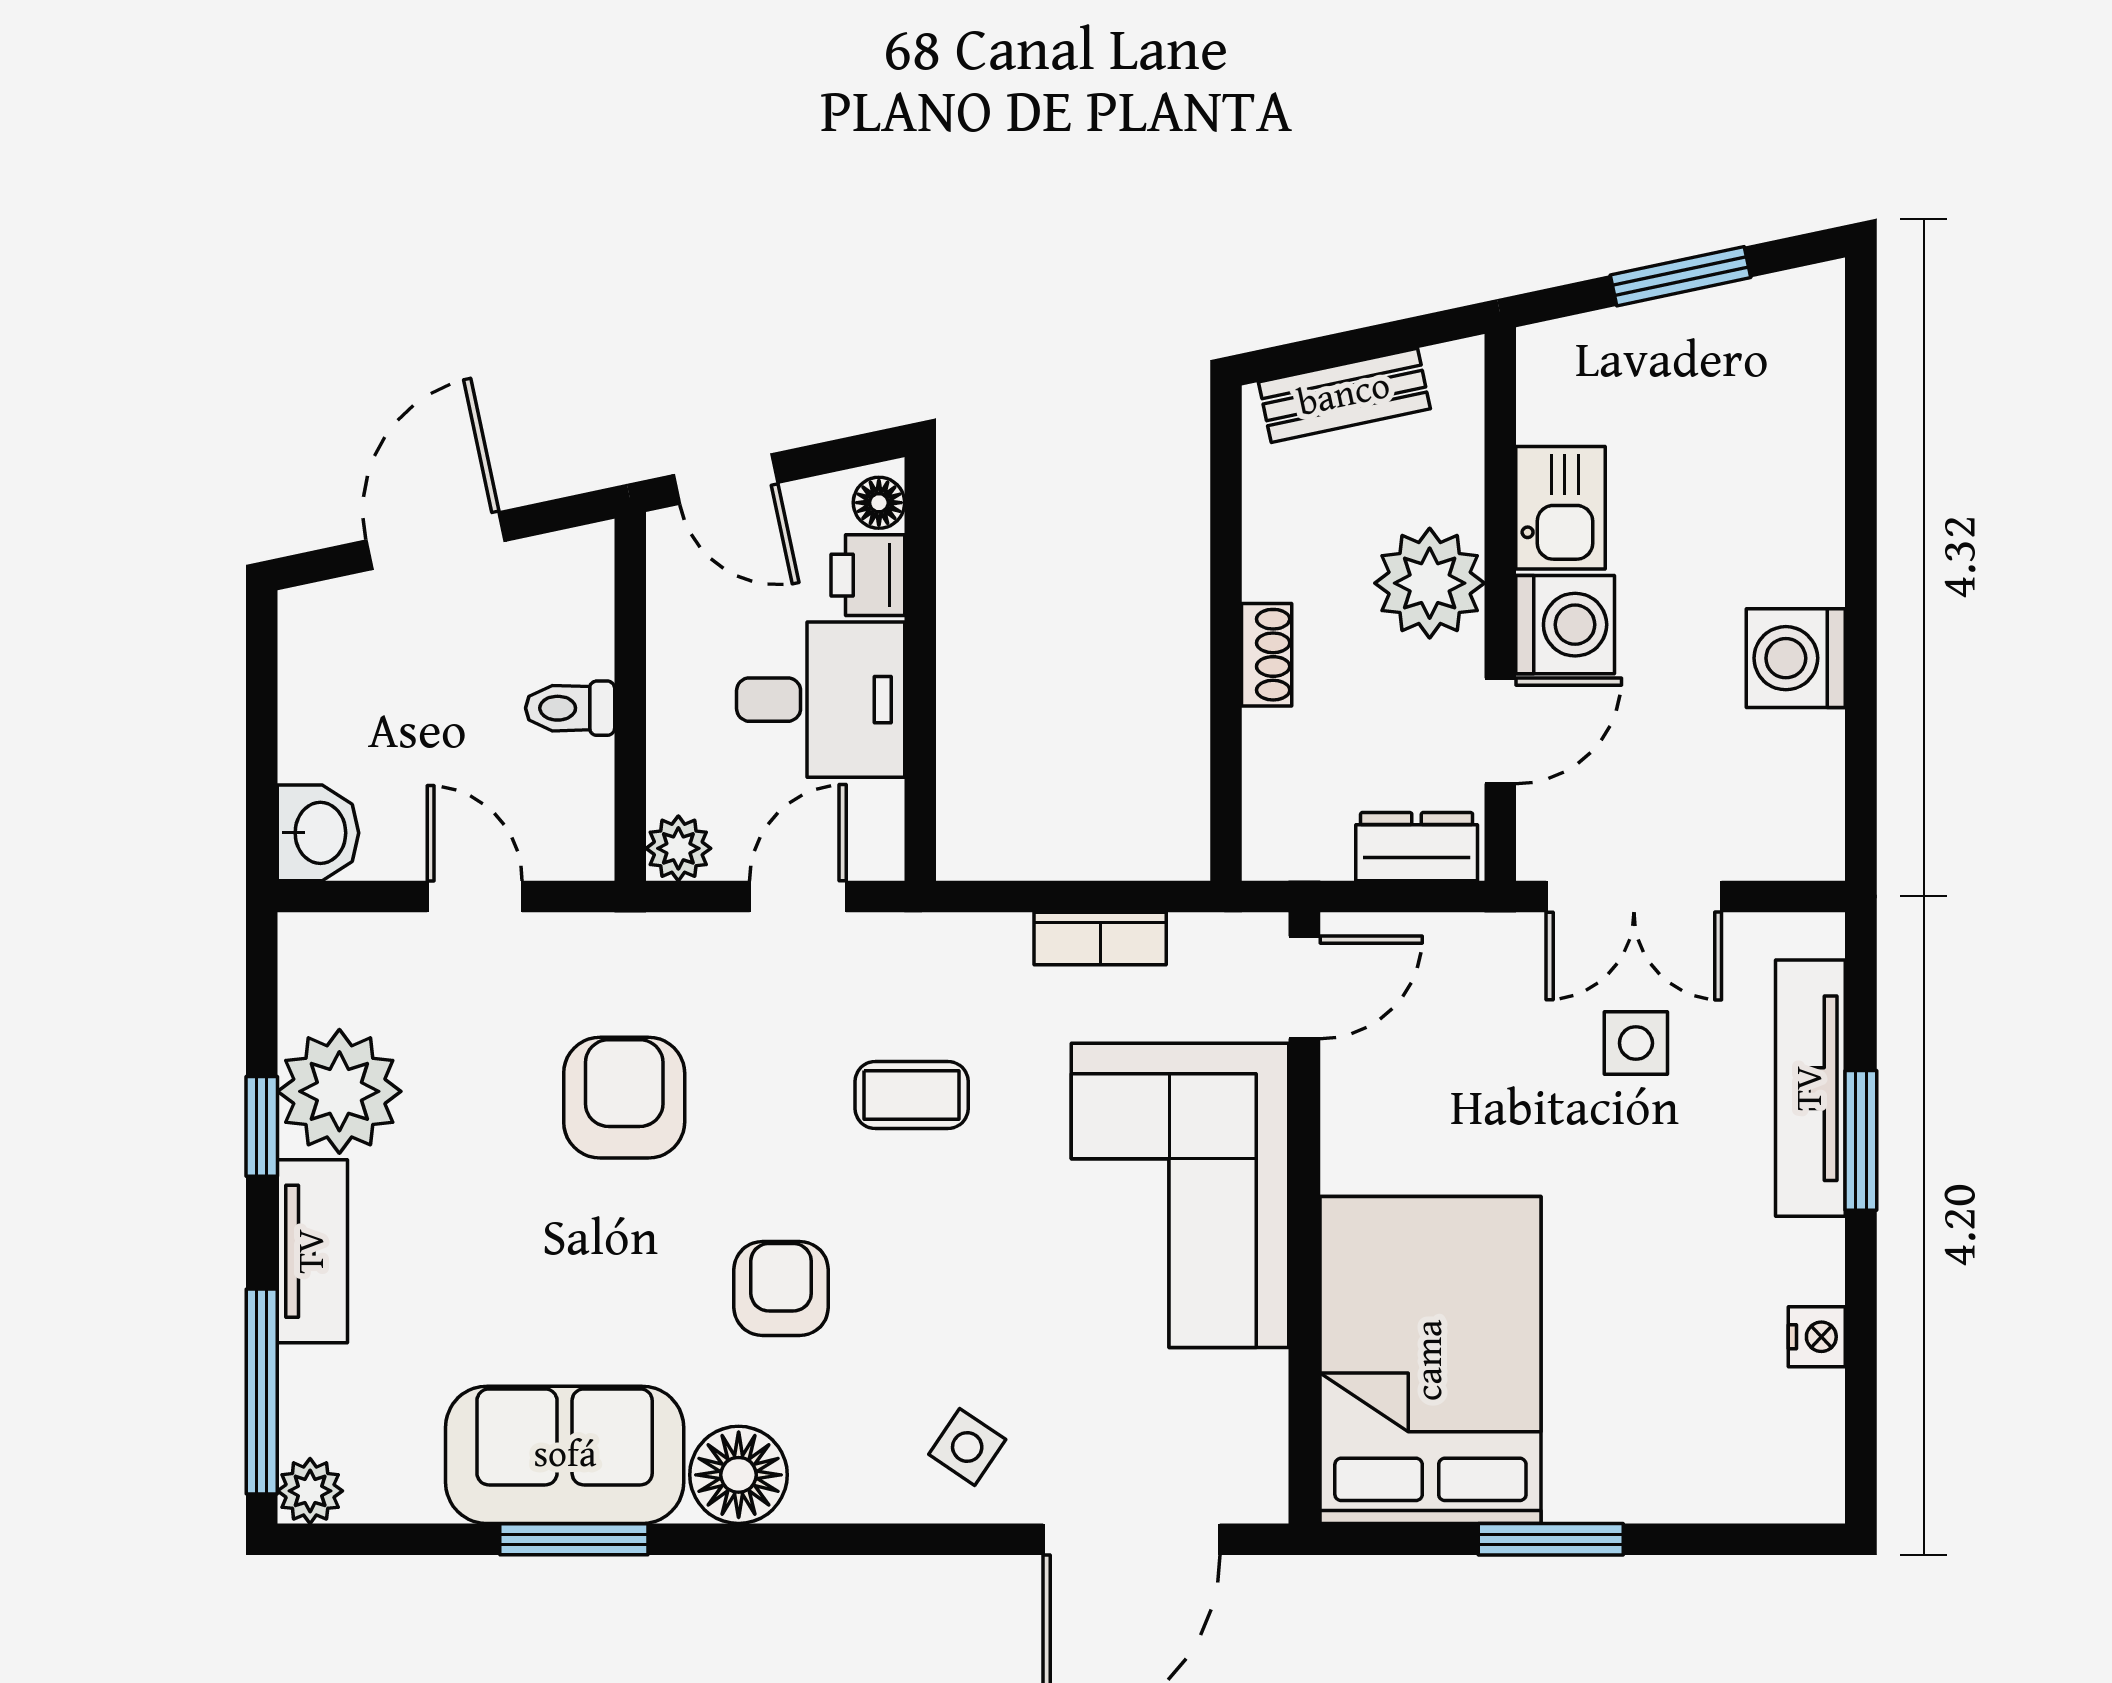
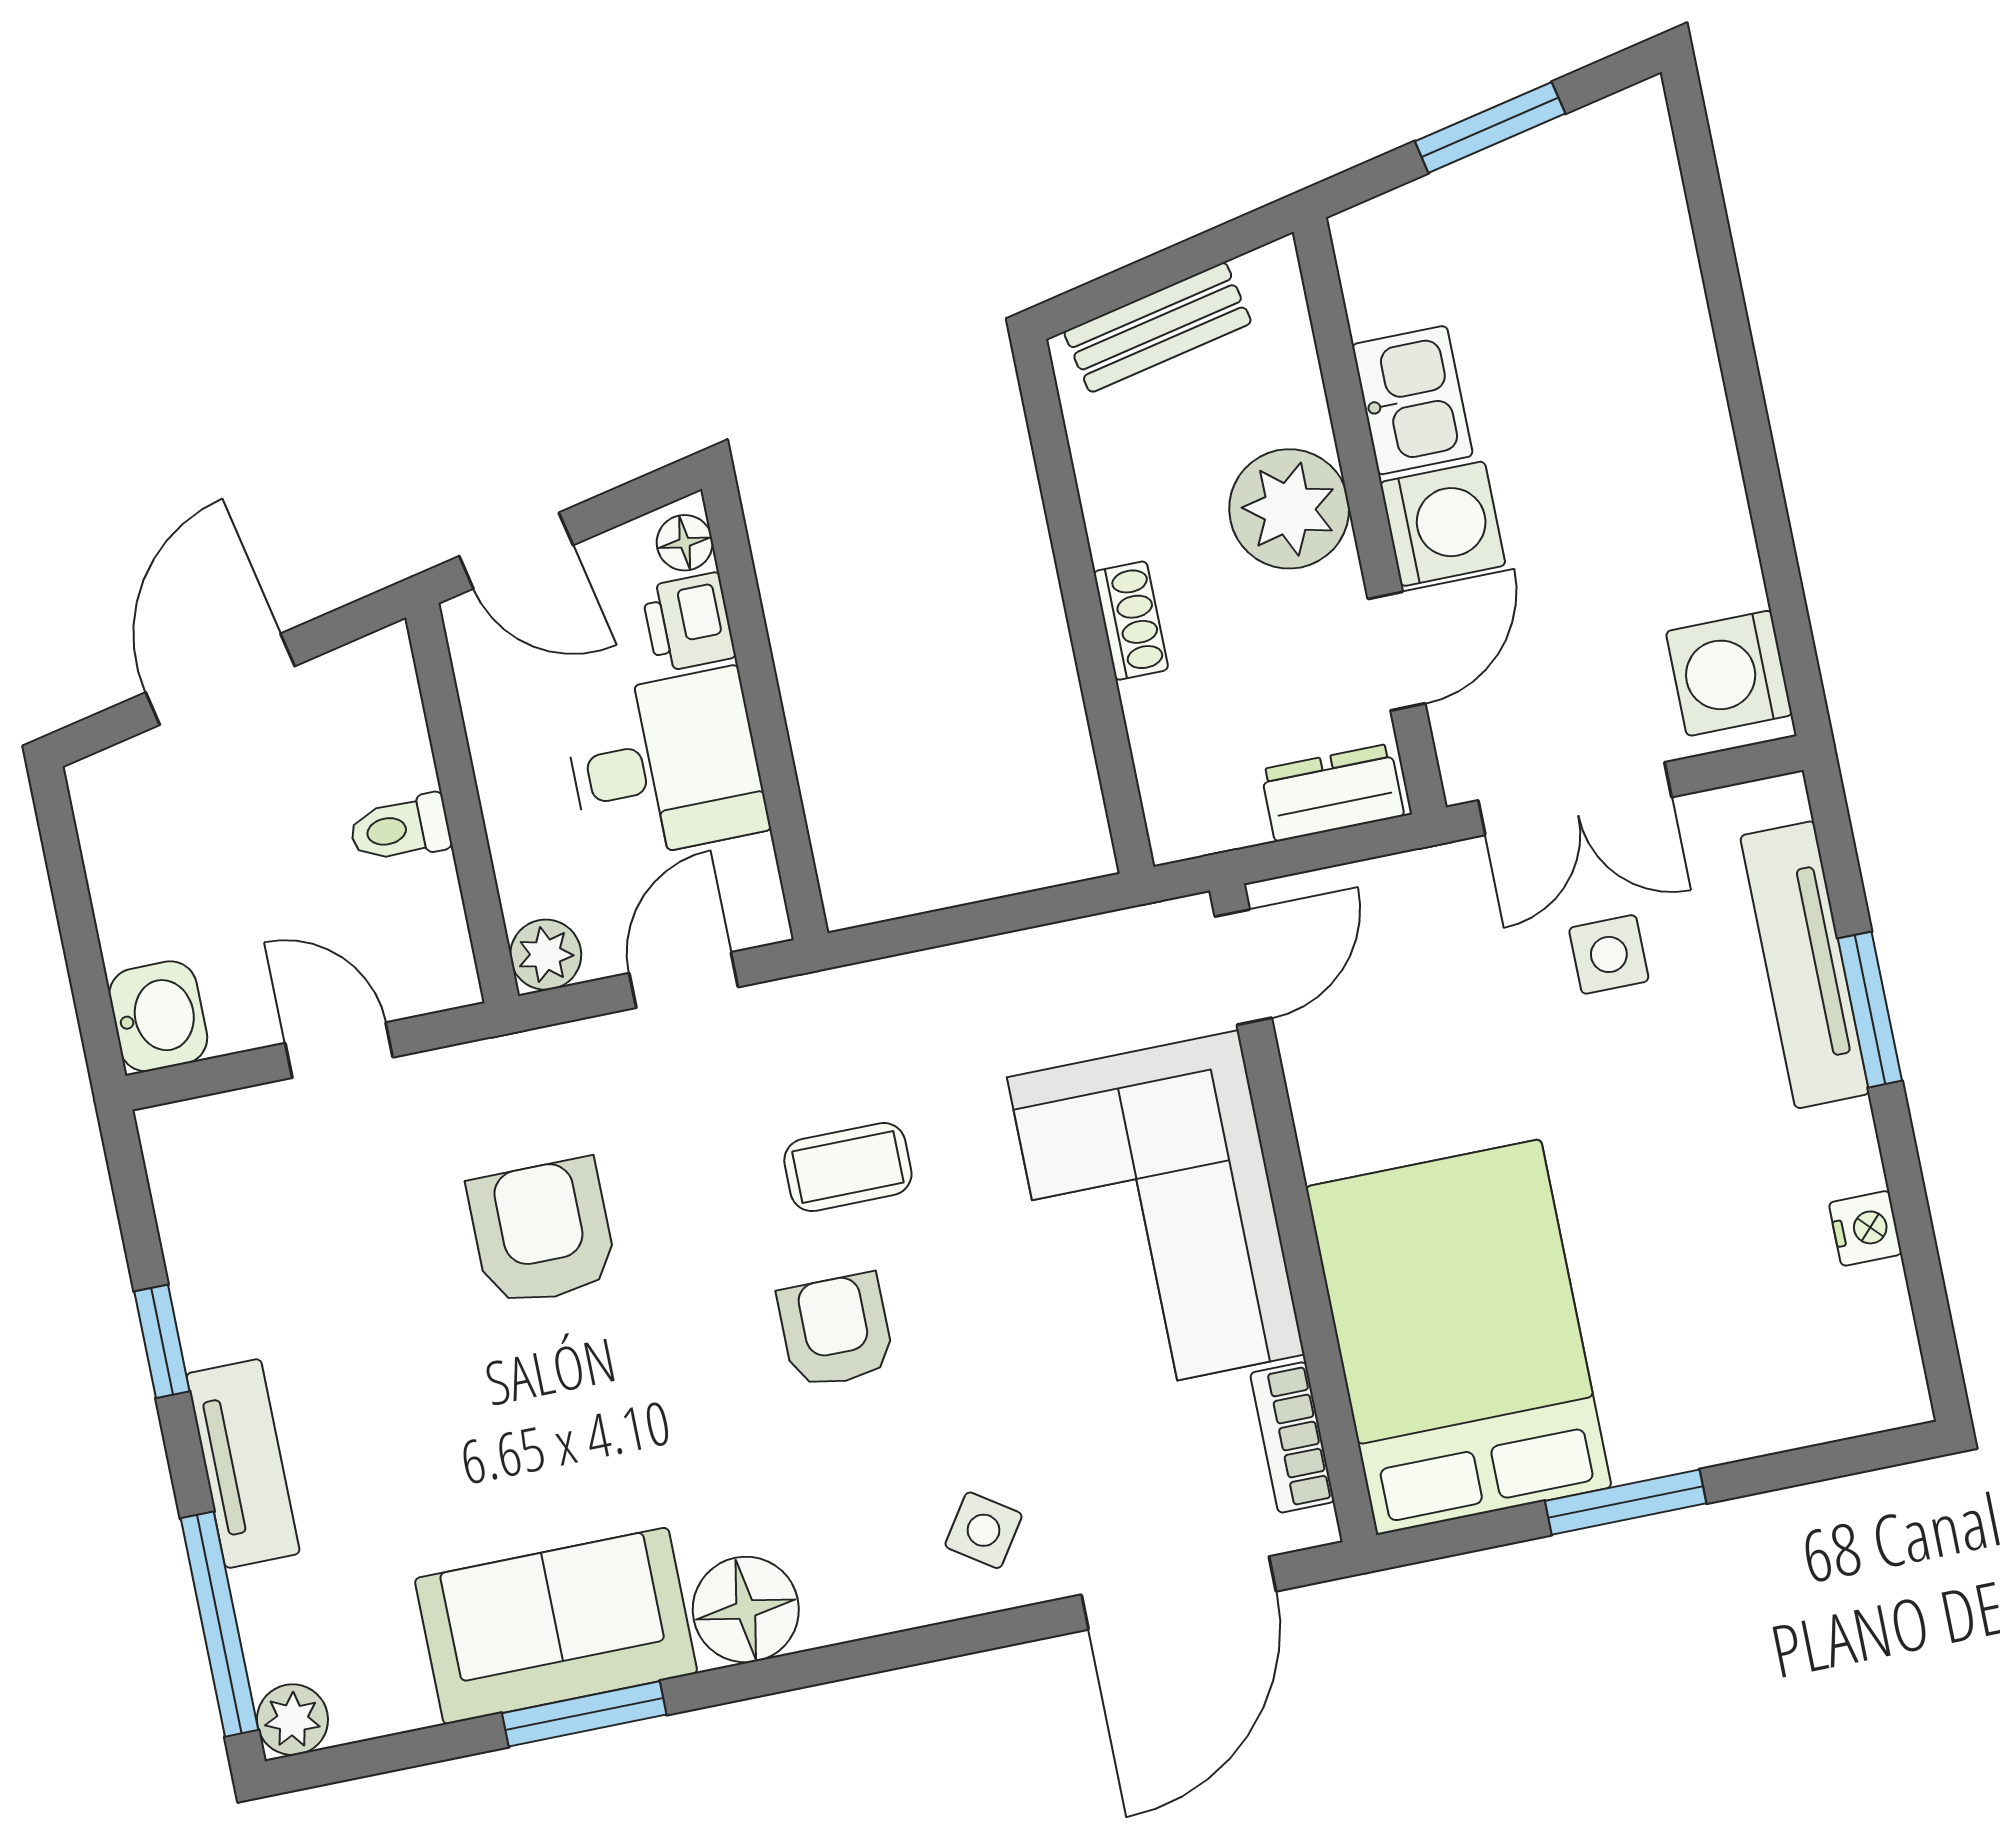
washing machine: (1796, 658) -> (1729, 673), moved
bookcase: (1100, 939) -> (1292, 1437), moved, turned 90
plant: (339, 1091) -> (237, 1287), removed
armchair: (781, 1288) -> (836, 1331), moved

